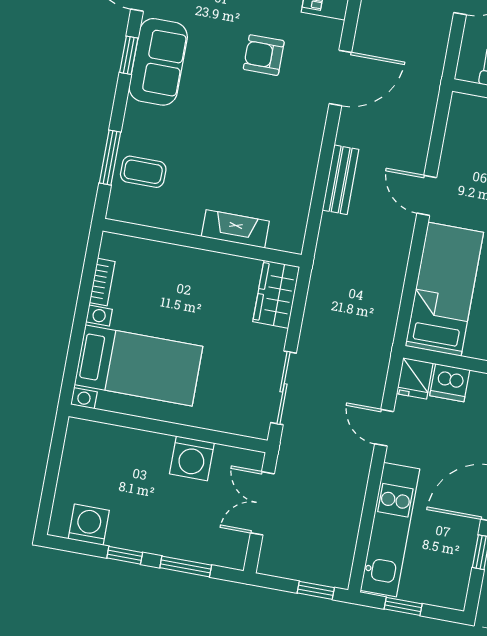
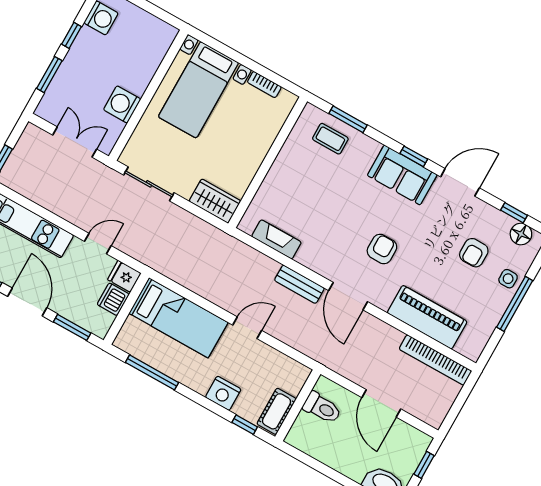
coffee table: (143, 172) -> (330, 139), turned 90
bench: (341, 180) -> (299, 284), moved
fireplace: (235, 229) -> (276, 239), moved, turned -90

